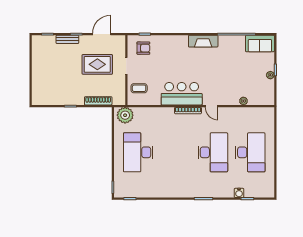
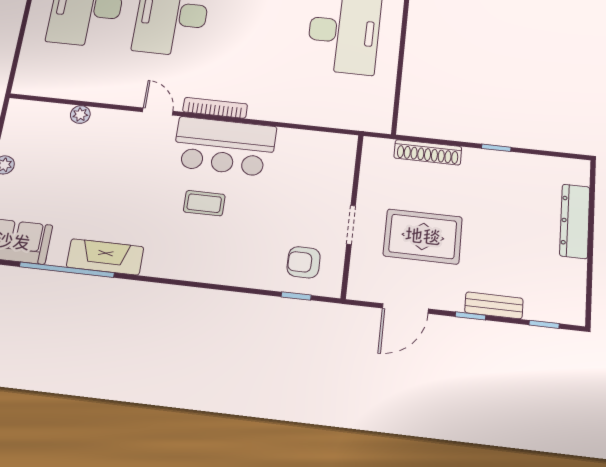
fireplace: (203, 41) -> (105, 257), moved
dresser: (37, 78) -> (575, 221), added
coffee table: (139, 88) -> (204, 203), moved
plant: (125, 115) -> (366, 113), removed

